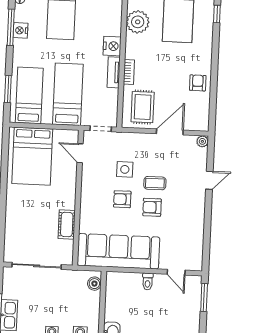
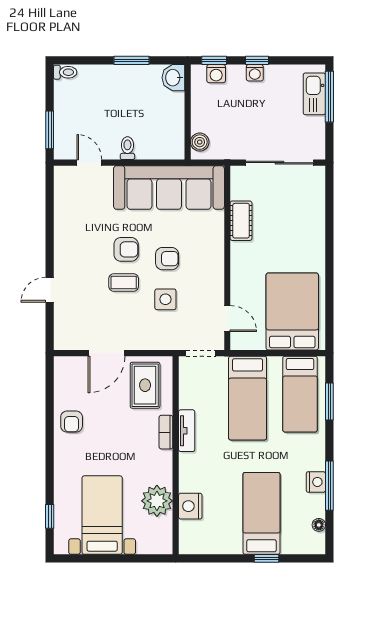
nightstand: (112, 46) -> (190, 506), moved
plant: (202, 141) -> (62, 342), removed

